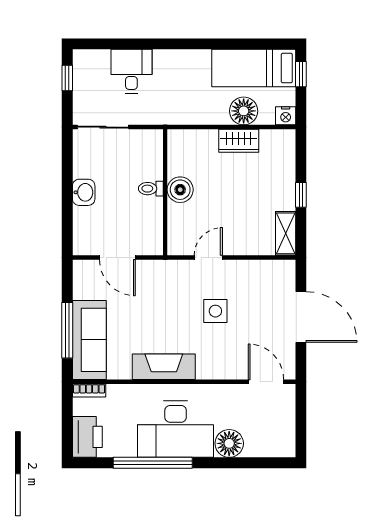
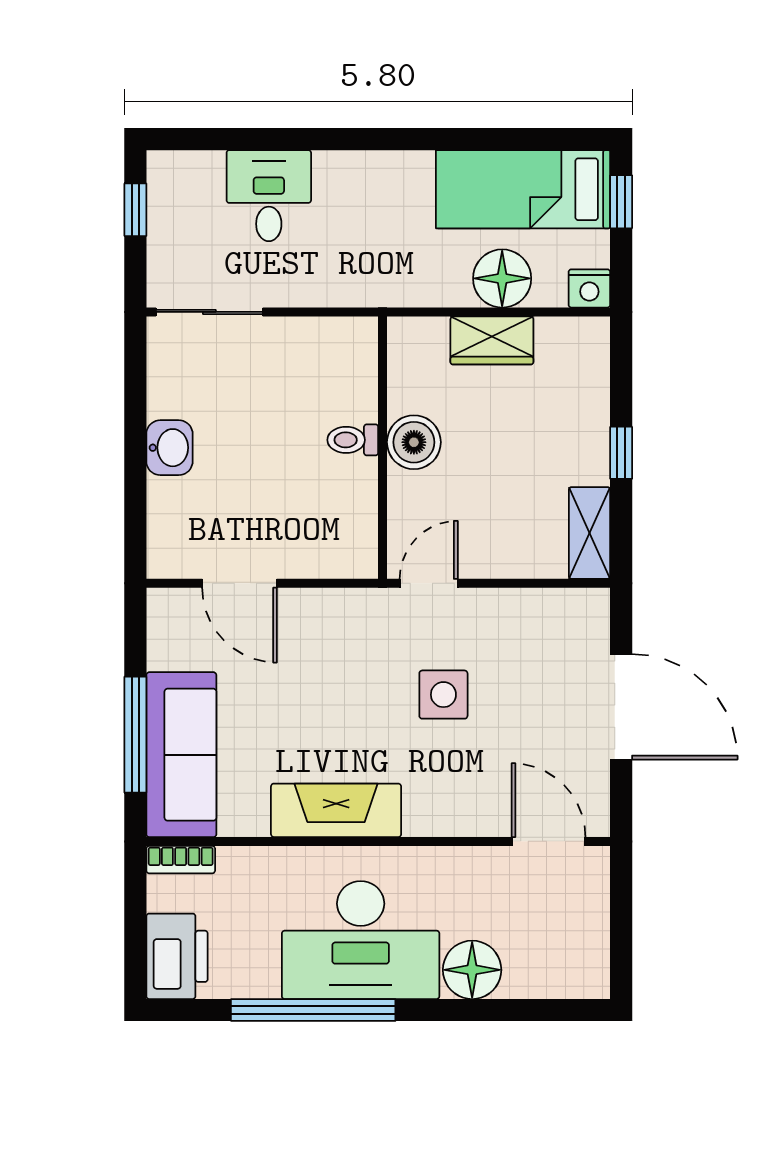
toilet: (151, 189) -> (353, 440), moved
boiler: (180, 190) -> (414, 442), moved
wall: (165, 192) -> (383, 448), moved

